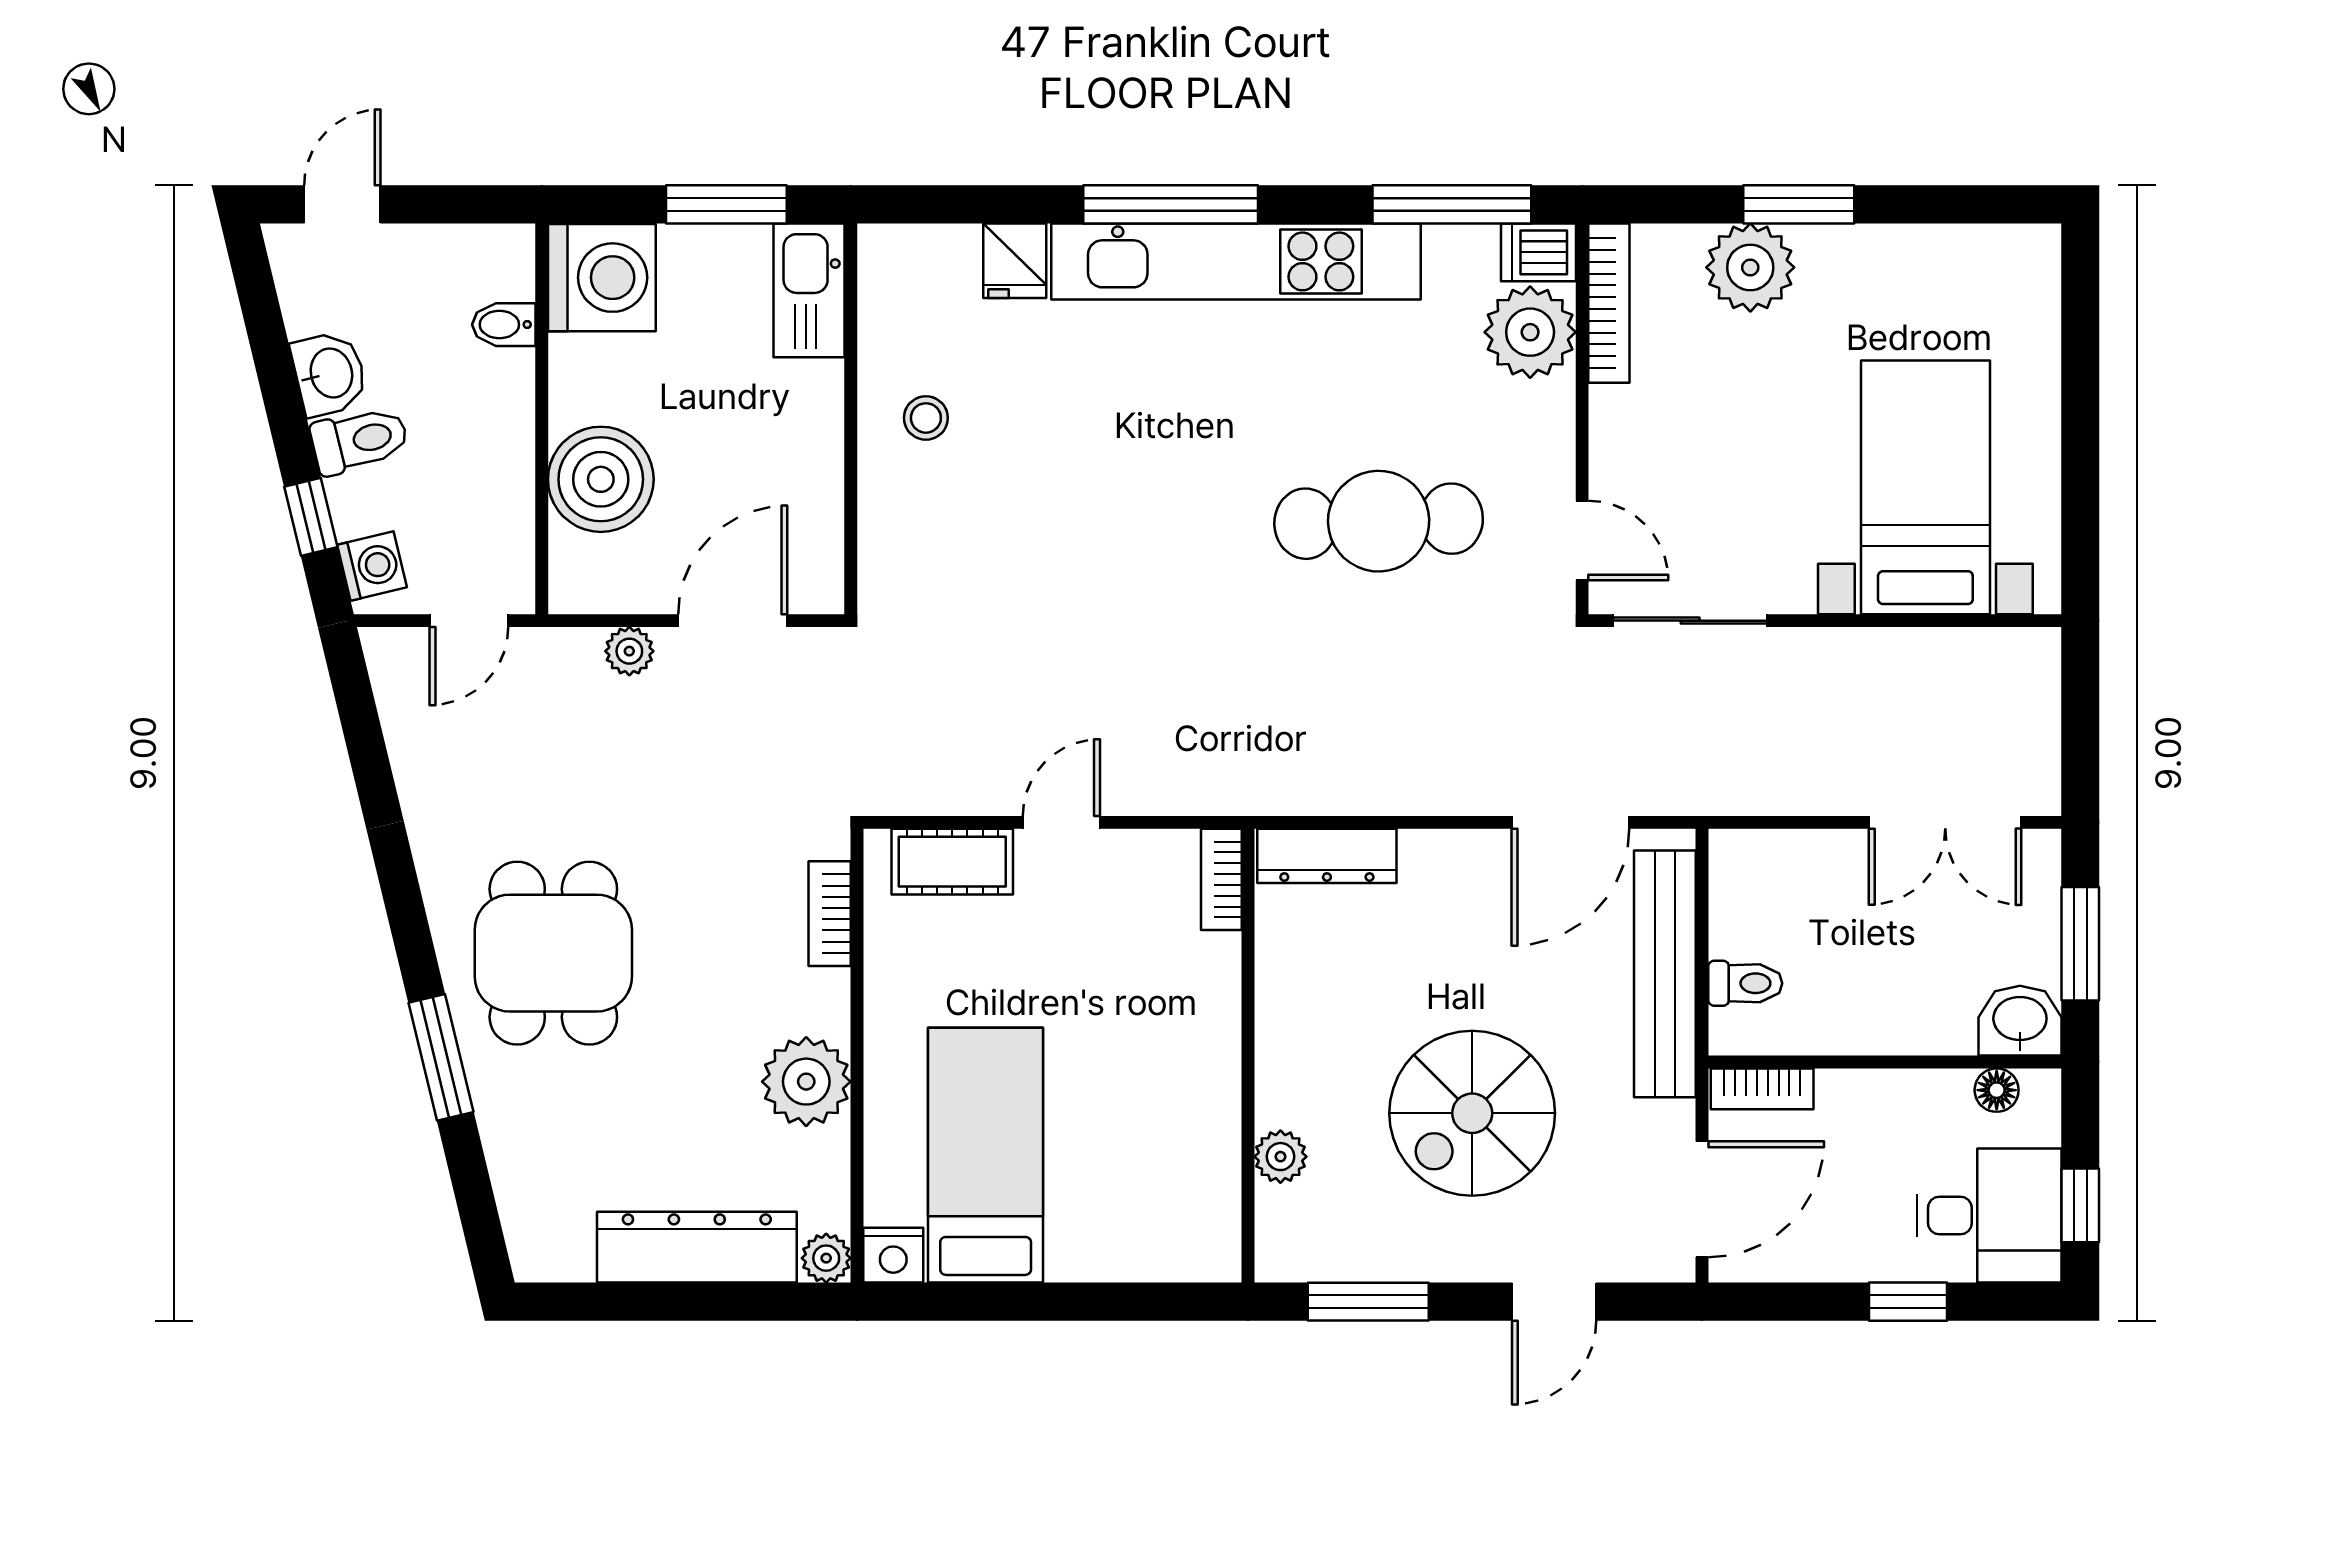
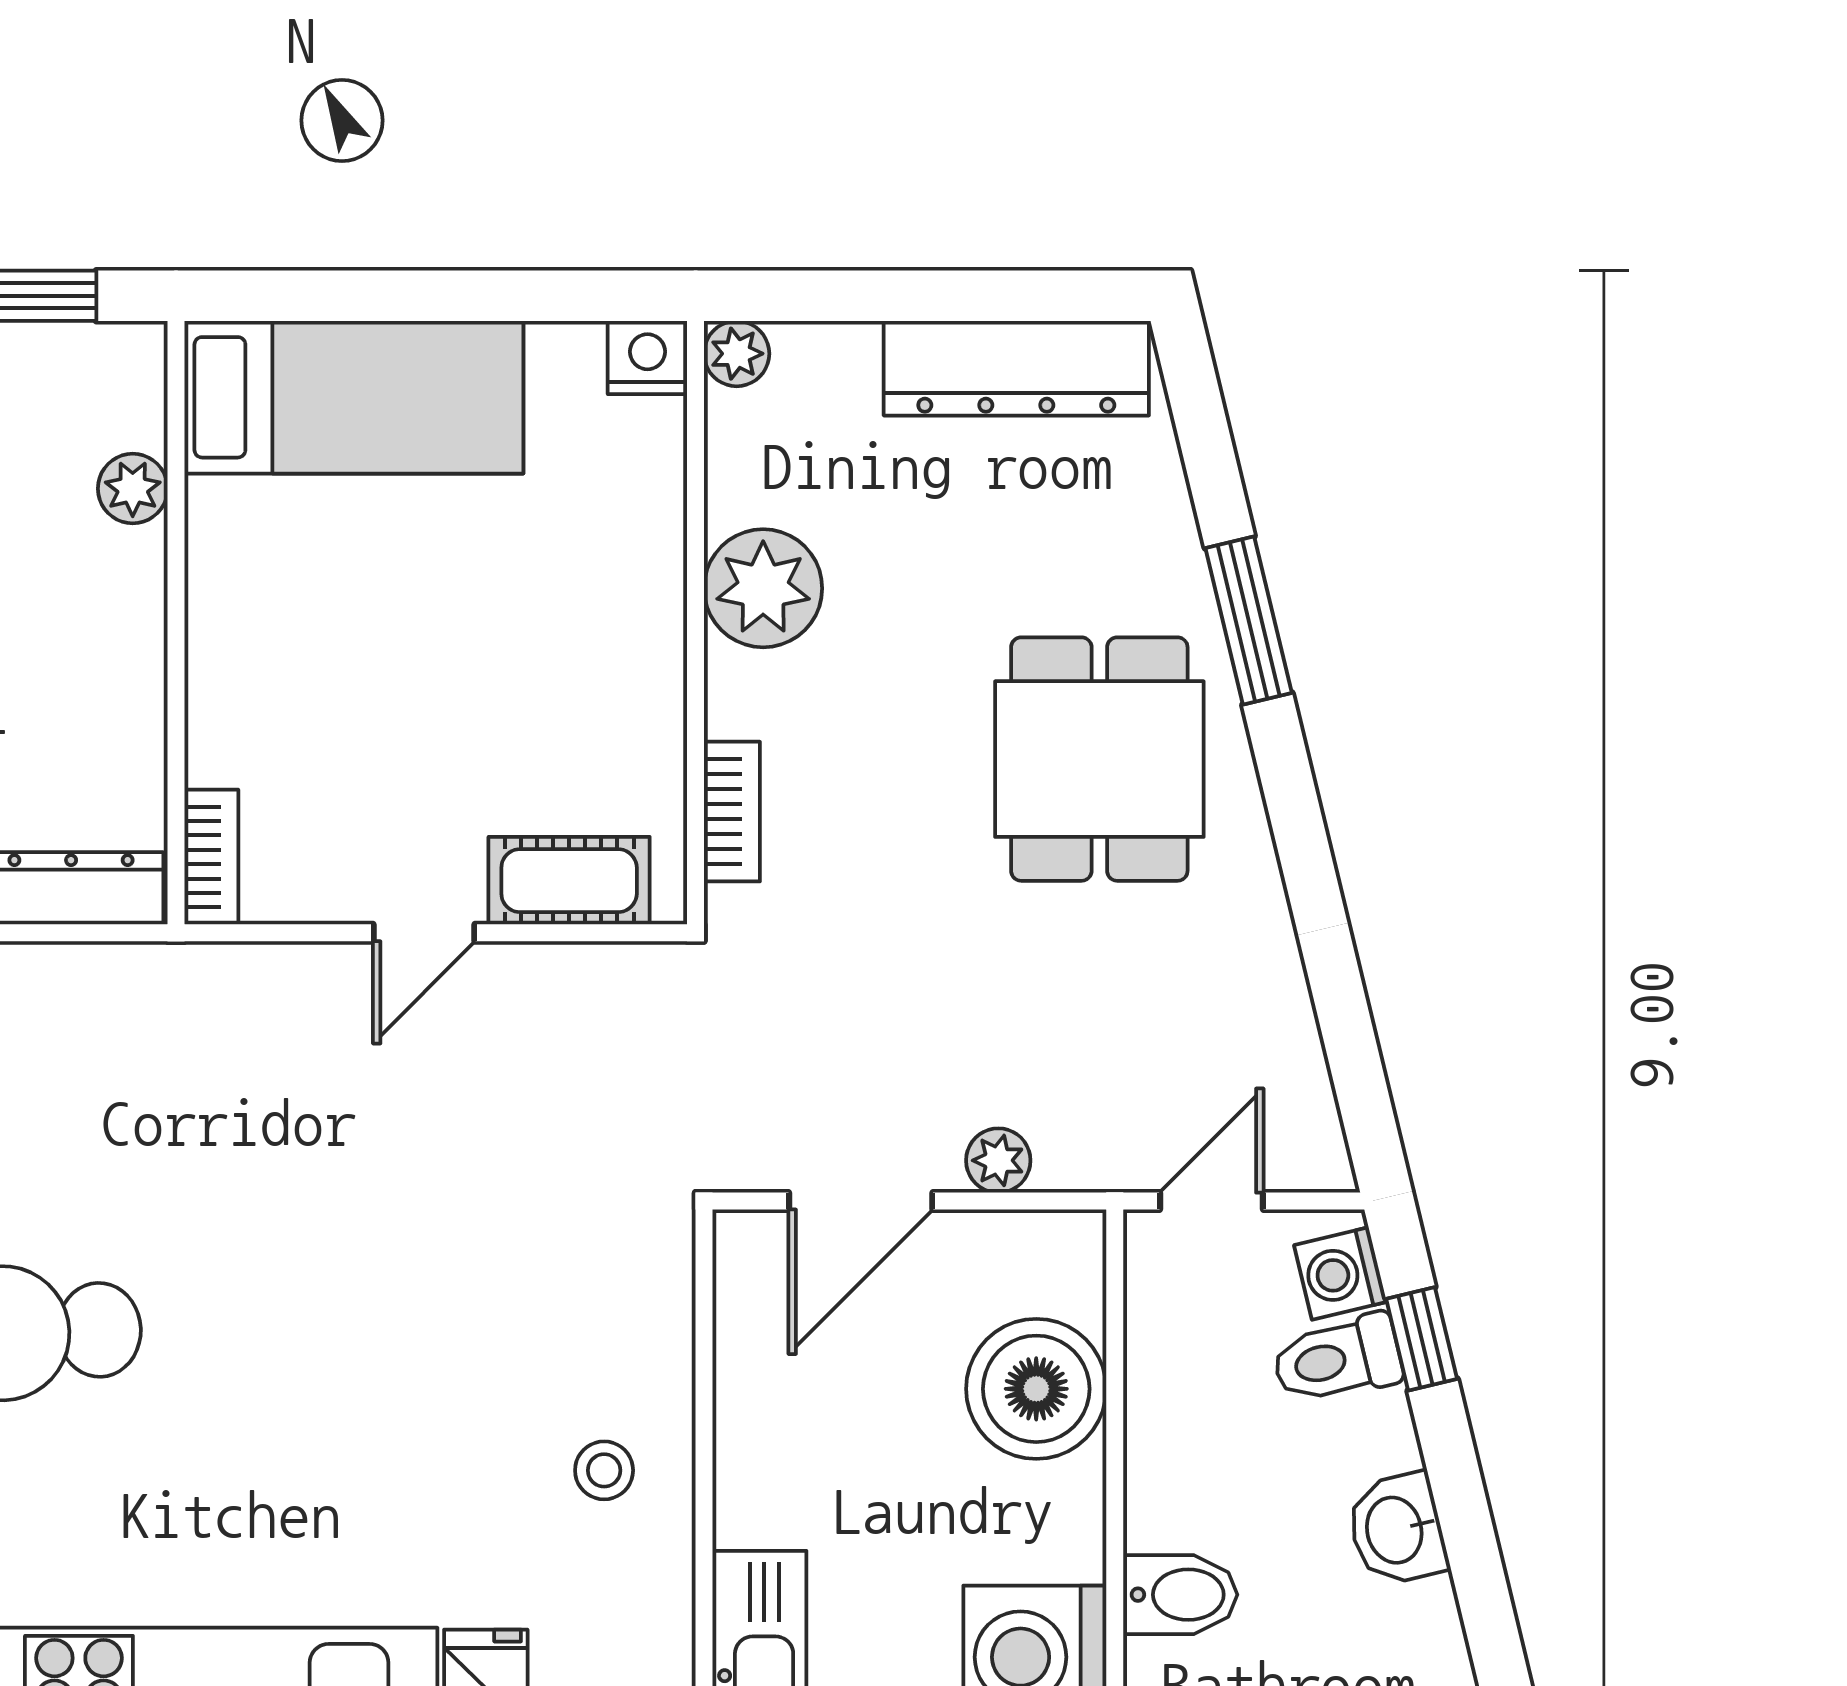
bidet: (504, 325) -> (1180, 1595), width x1.38, depth x1.36
toilet: (360, 440) -> (1337, 1359), moved
bed: (986, 1155) -> (354, 397), moved, turned -90
dresser: (697, 1247) -> (1016, 368), moved

